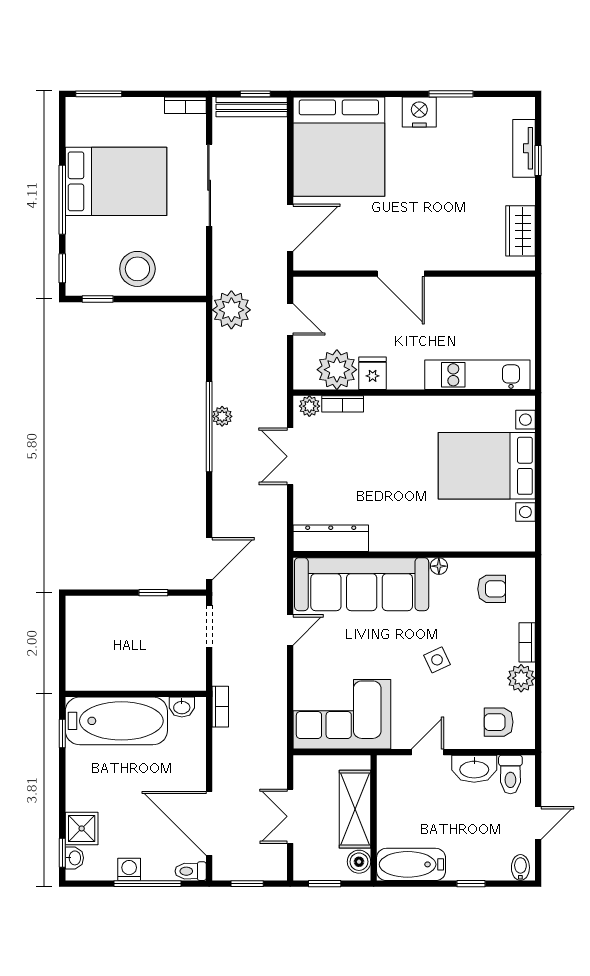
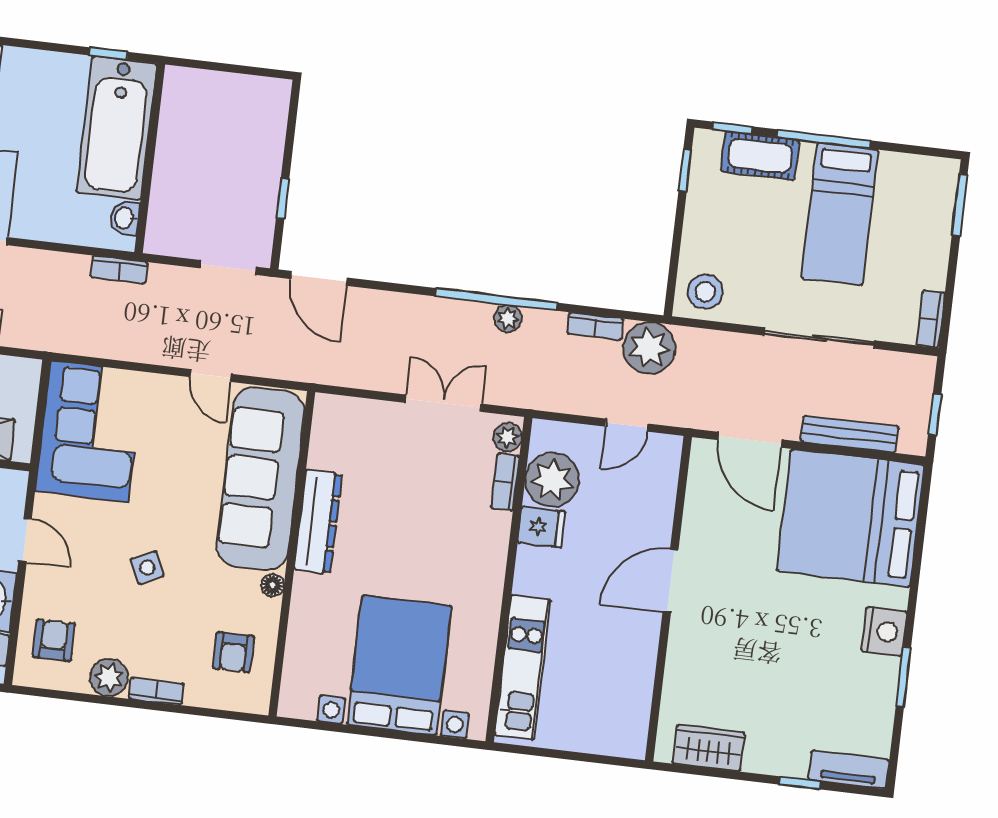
bench: (252, 107) -> (850, 434), moved, turned 90
tv unit: (524, 148) -> (849, 770), moved
bed: (116, 181) -> (840, 214), width x0.67
cot: (80, 245) -> (760, 156), added
stool: (137, 269) -> (705, 292), moved, width x0.73, depth x0.73
bookcase: (220, 351) -> (595, 326), added
dresser: (331, 538) -> (318, 522), moved

